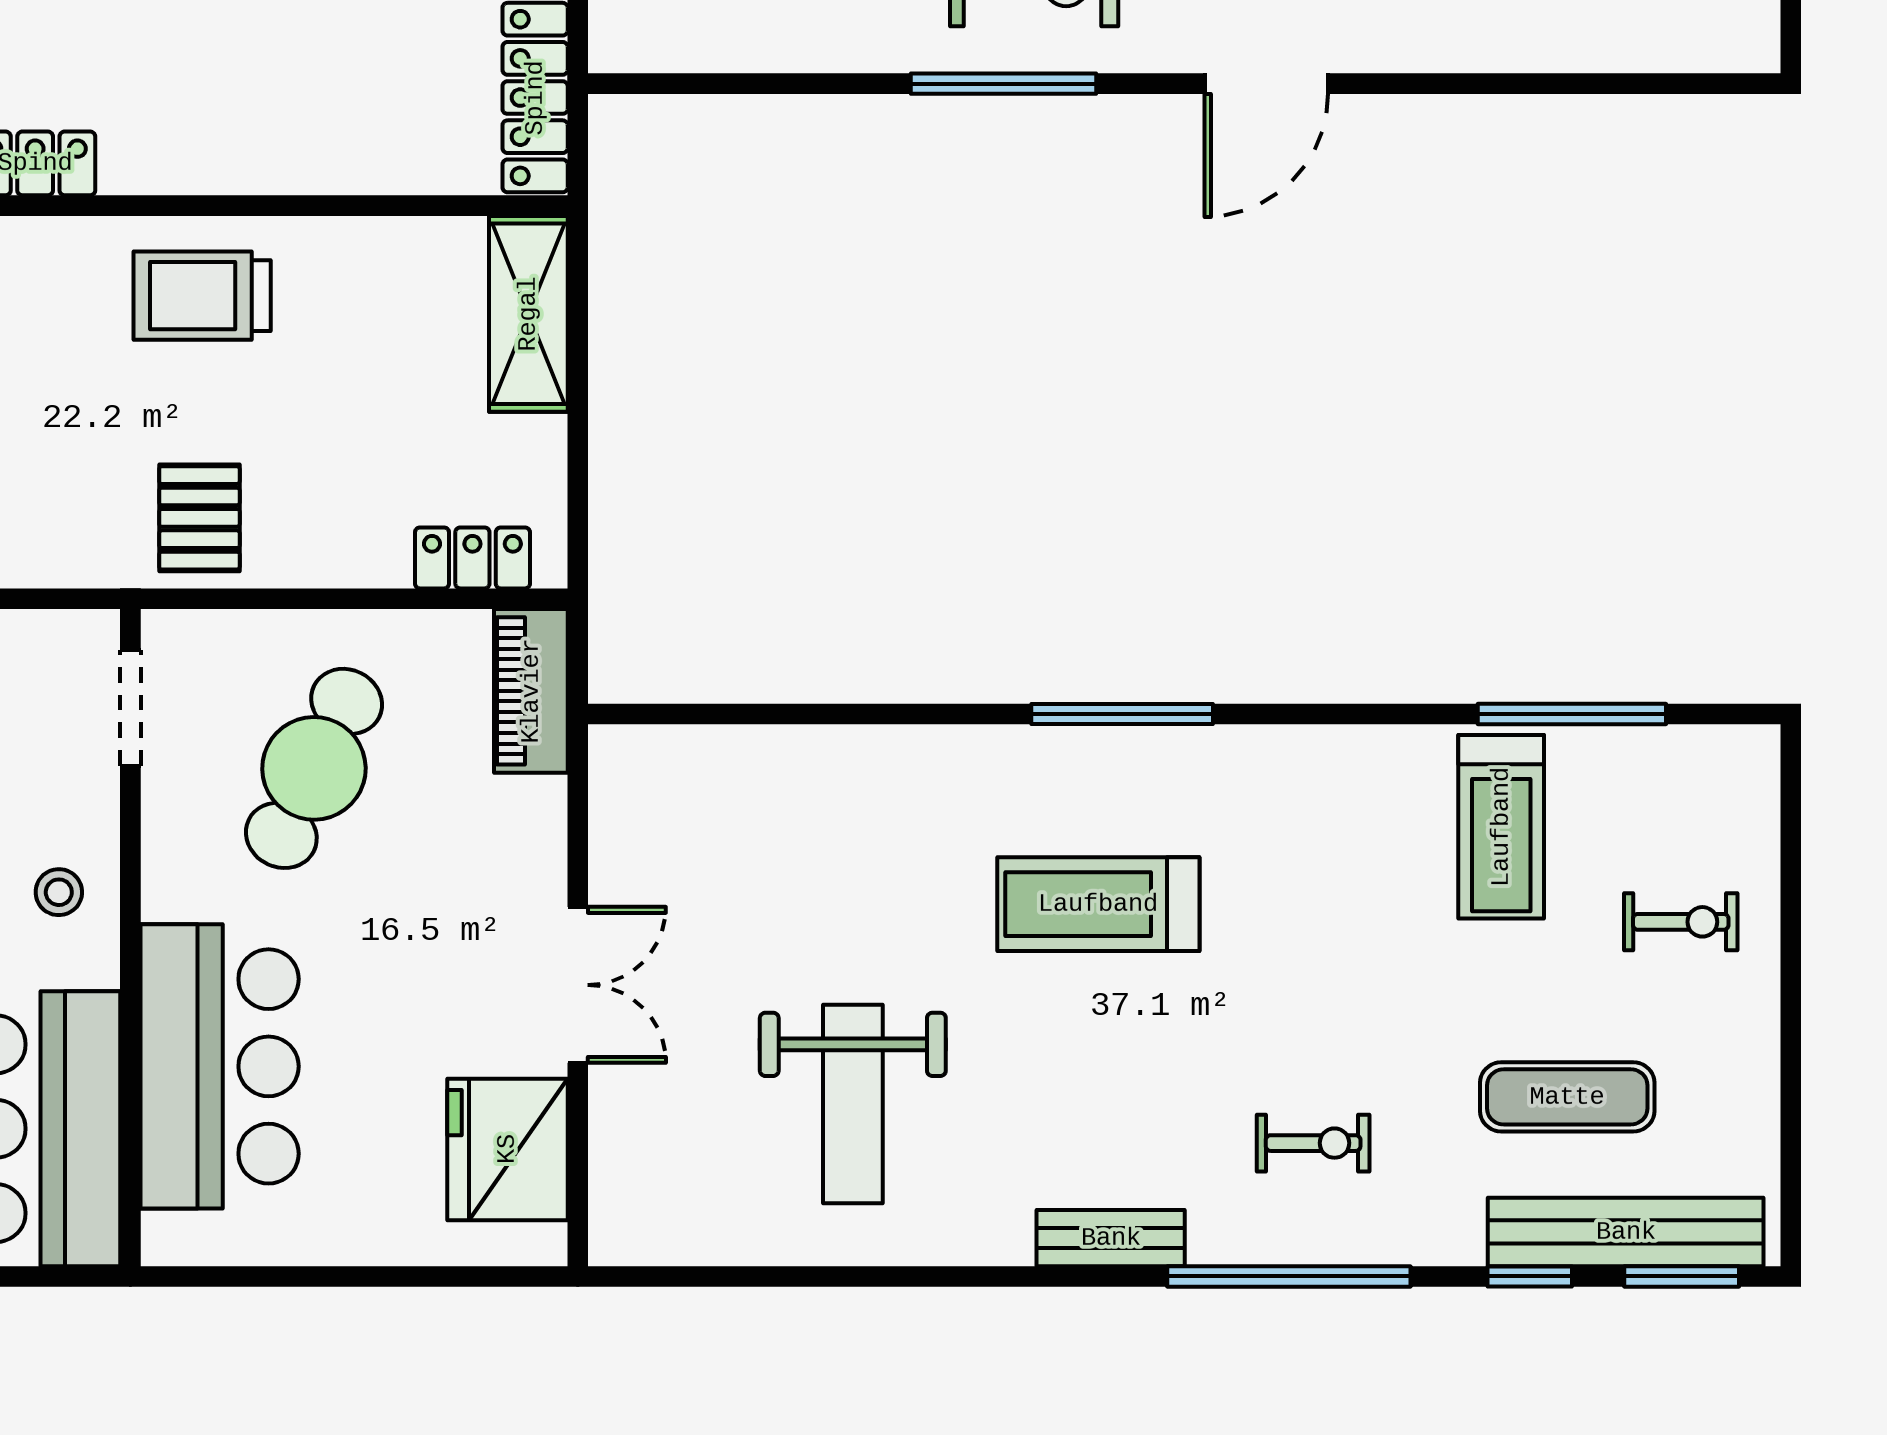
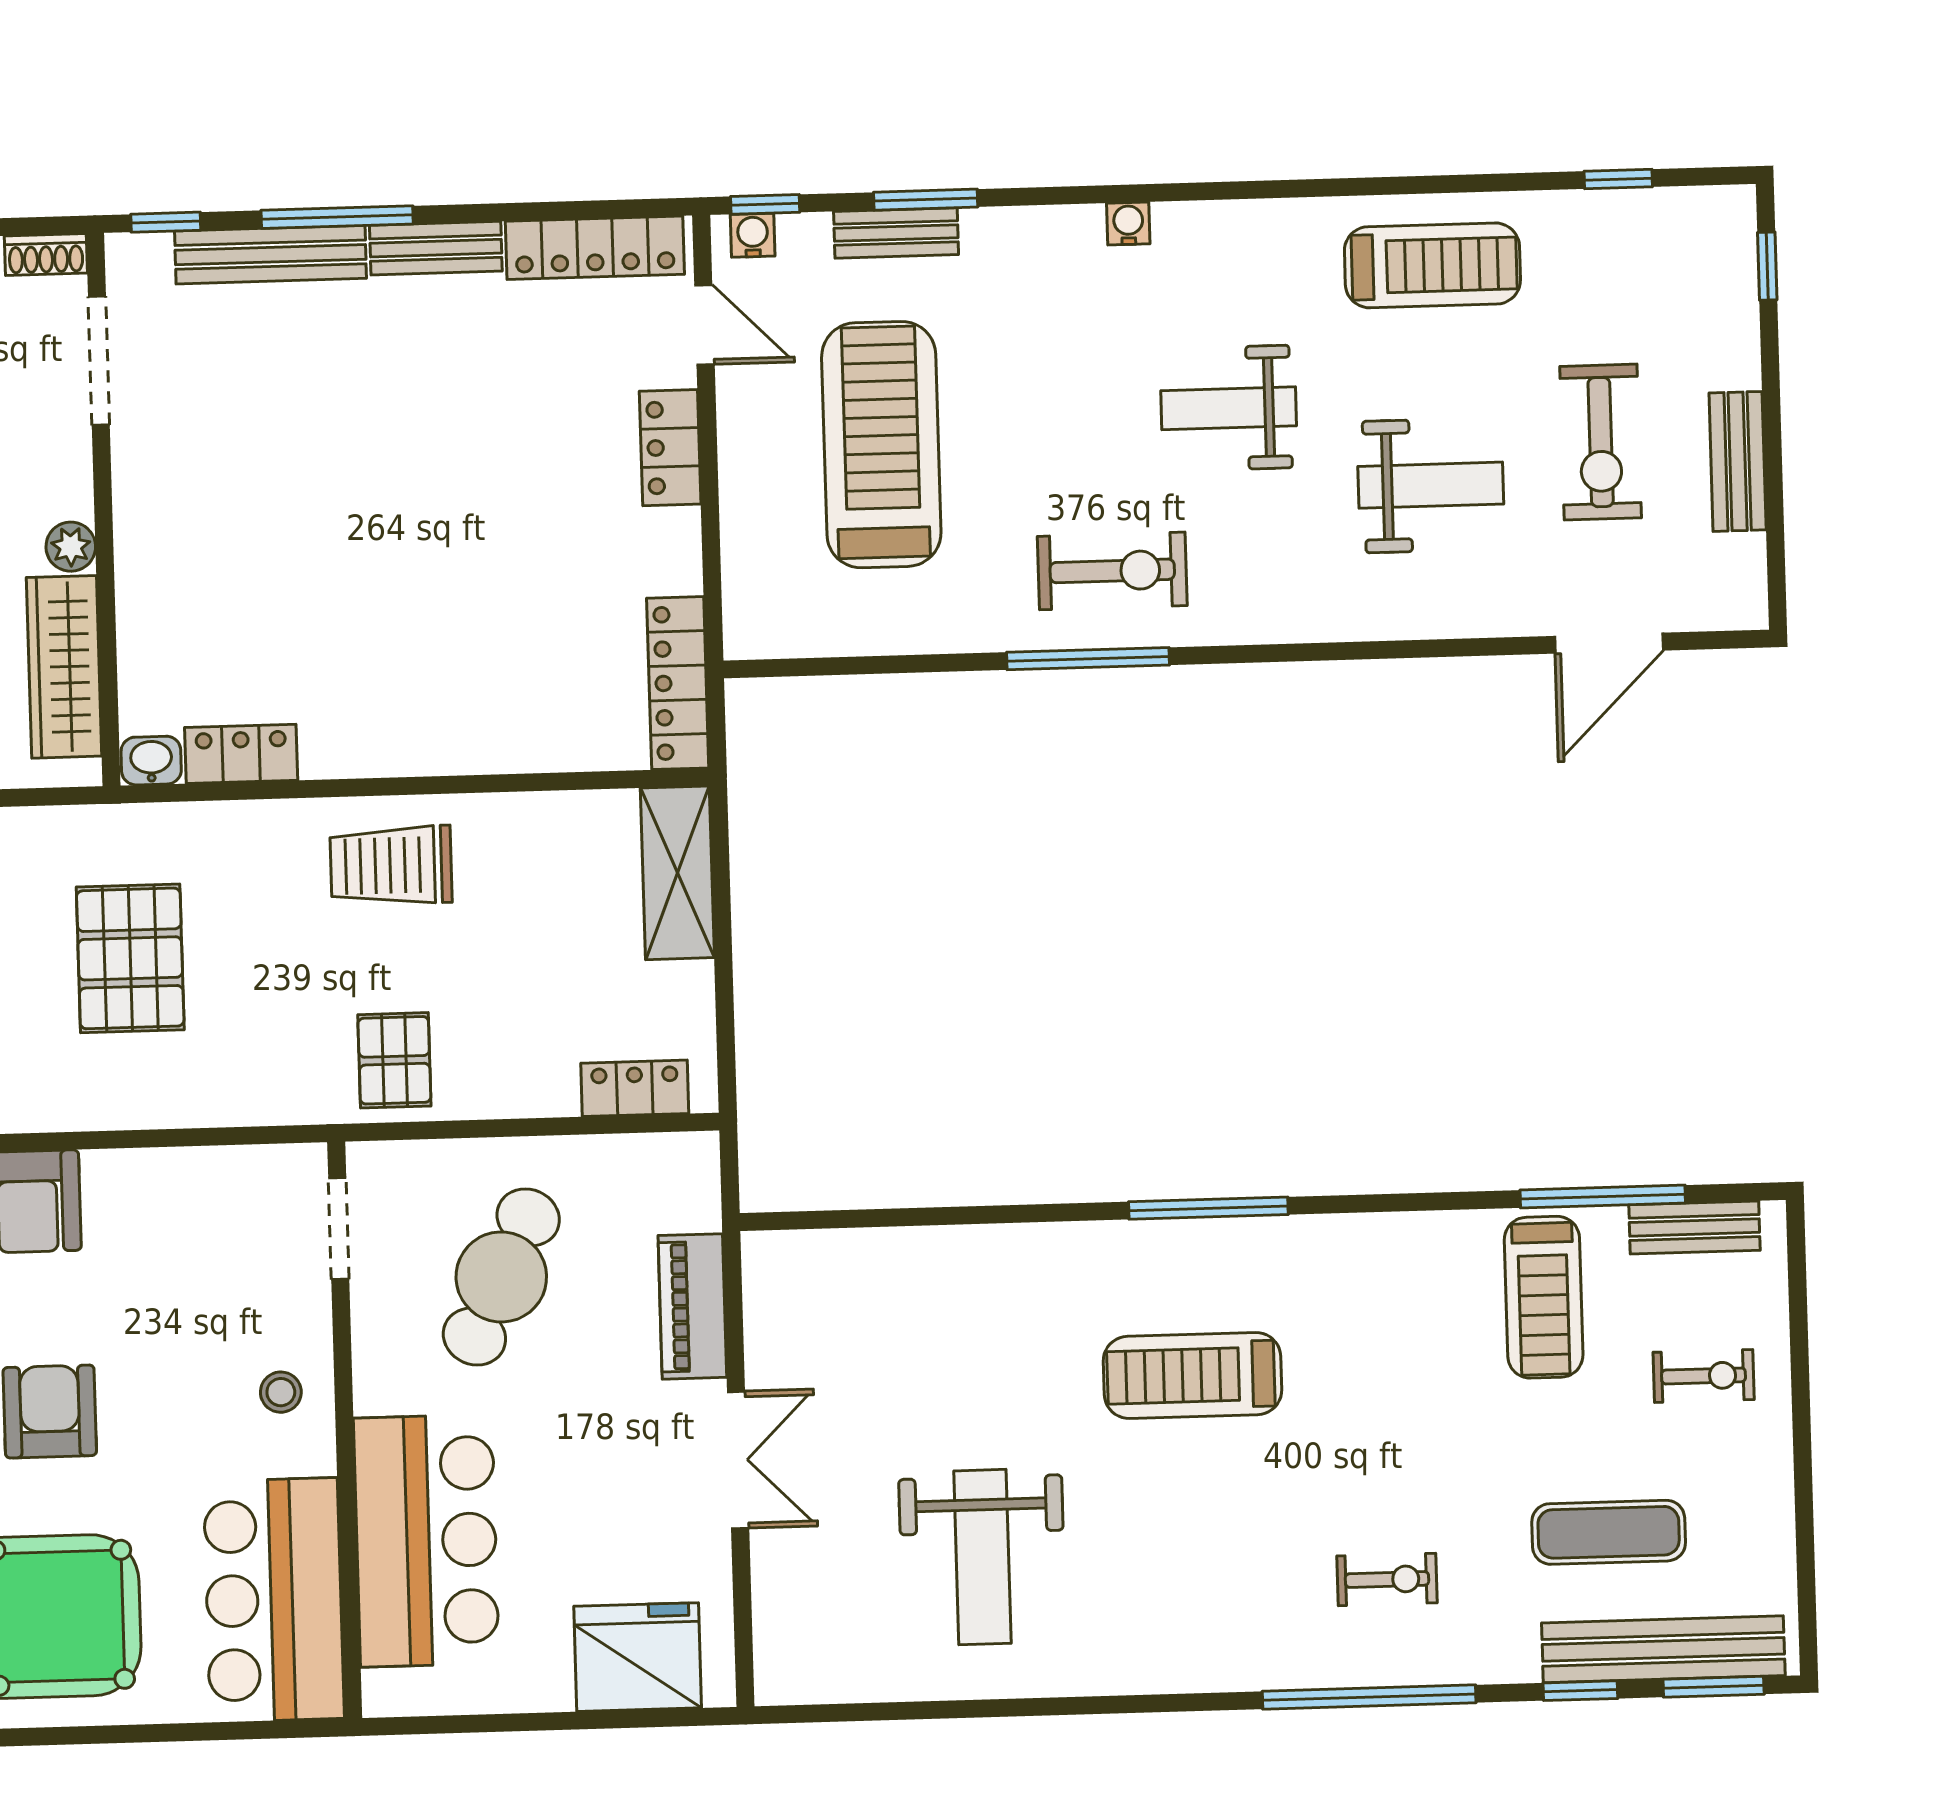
door: (1266, 84) -> (1609, 643), moved
piano: (531, 691) -> (692, 1306), moved
fridge: (507, 1149) -> (638, 1657), moved, turned 90
bench: (1111, 1238) -> (1694, 1227), moved

